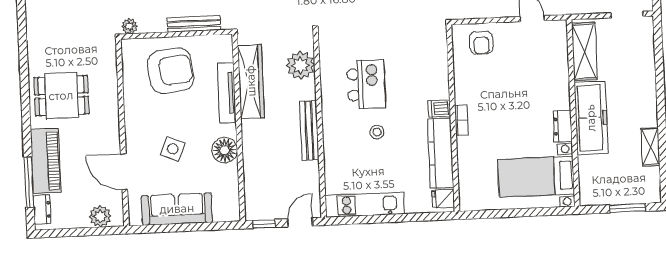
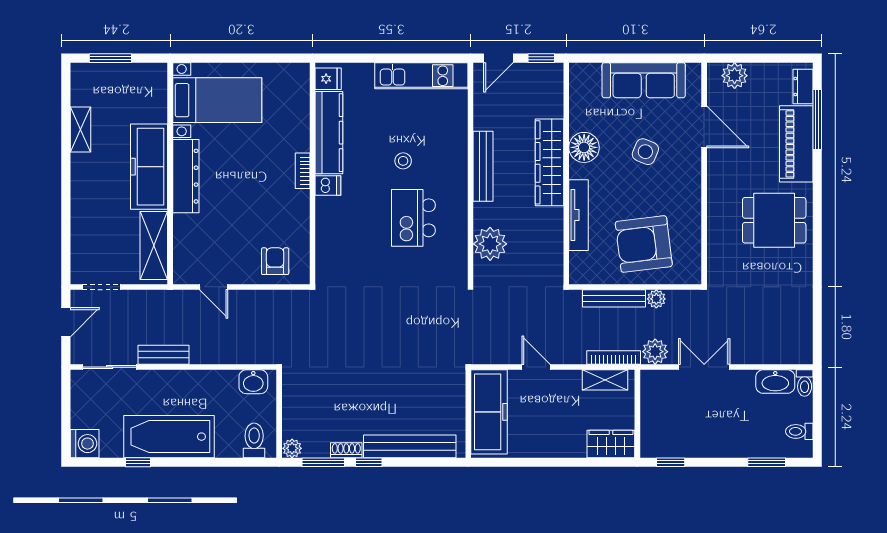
plant: (129, 26) -> (656, 299), moved
wardrobe: (251, 81) -> (549, 162), moved
dresser: (563, 126) -> (186, 176), width x1.96, depth x1.24

